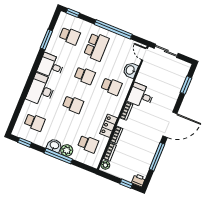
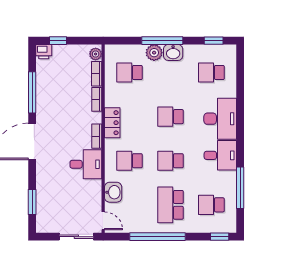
window: (46, 39) -> (240, 188), width x1.44
locker: (109, 126) -> (112, 123), moved

